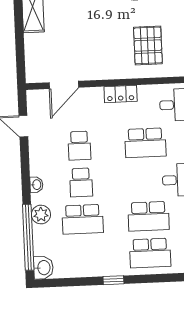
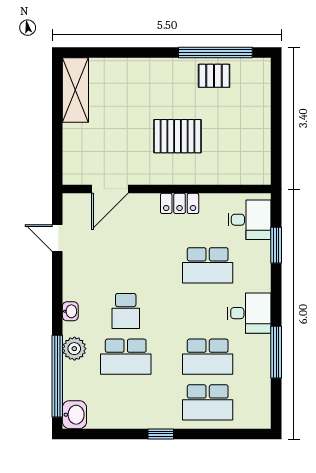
pallet: (148, 45) -> (177, 136), moved, turned 90
school desk: (79, 146) -> (126, 265), removed

